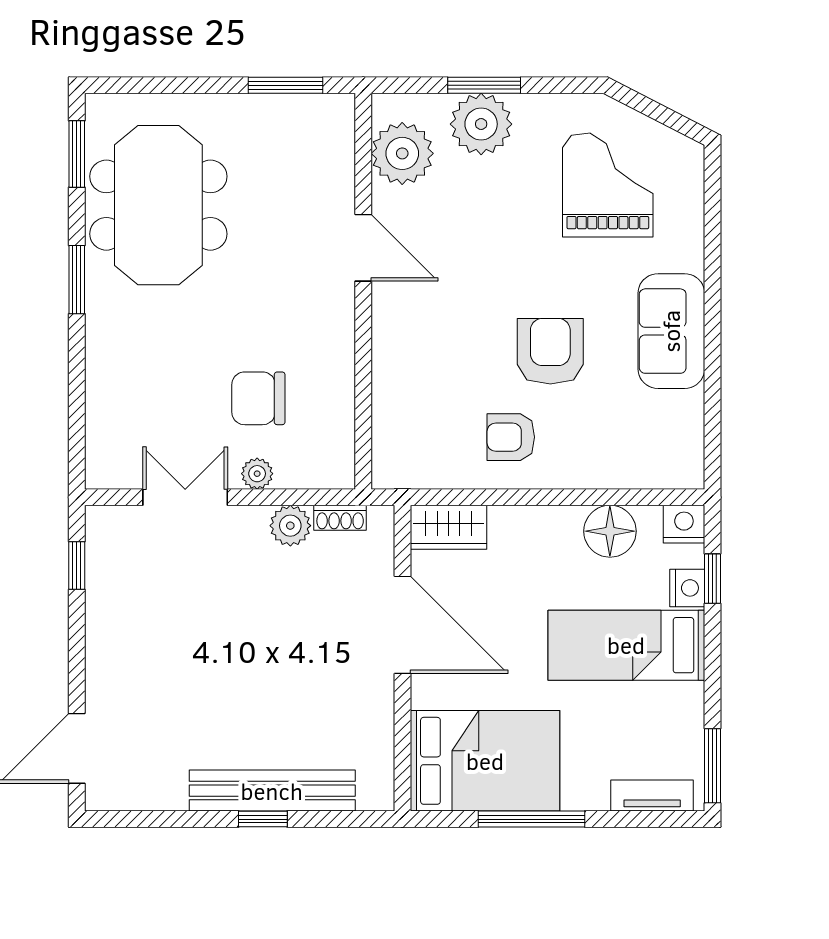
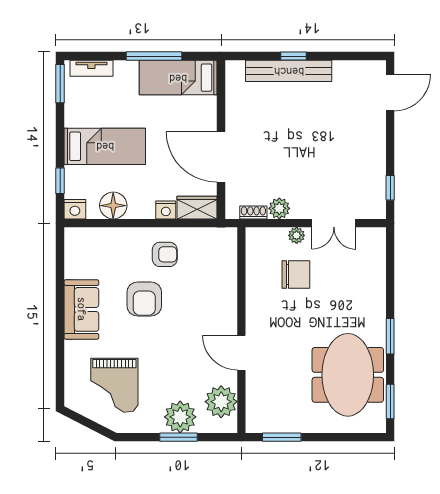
nightstand: (687, 588) -> (166, 210), moved, turned -90
bed: (485, 761) -> (178, 78), width x0.67

